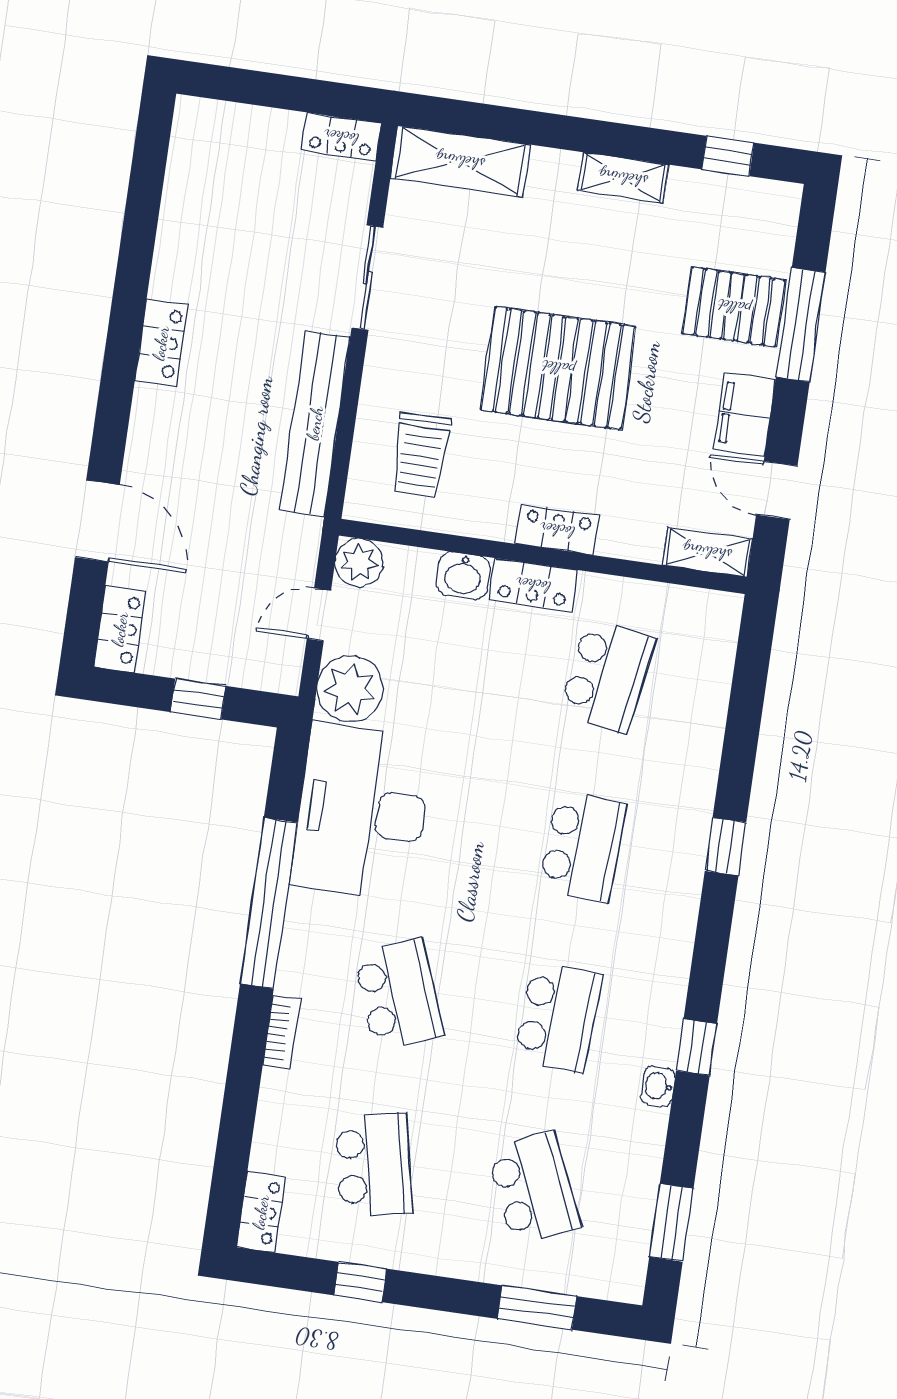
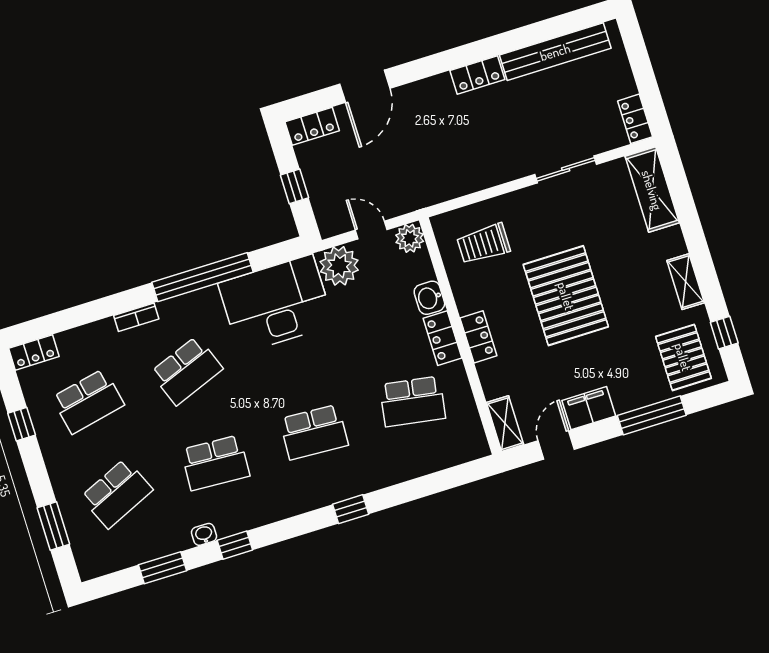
pallet: (734, 307) -> (683, 357), moved
bench: (315, 423) -> (555, 52), moved
window: (671, 1223) -> (162, 568), moved

